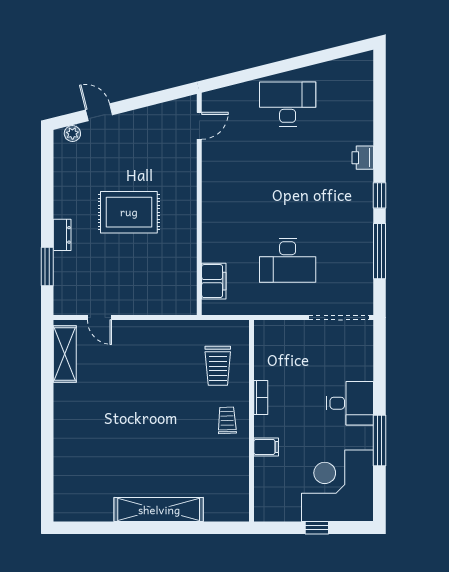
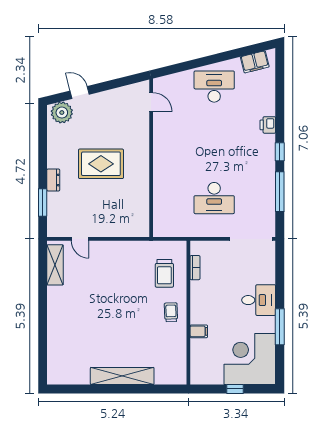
door: (199, 126) -> (151, 102), hinge flipped
plant: (72, 134) -> (62, 113), width x1.87, depth x1.87
filing cabinet: (214, 281) -> (255, 62), moved, turned 76
bookcase: (261, 398) -> (195, 268), moved

